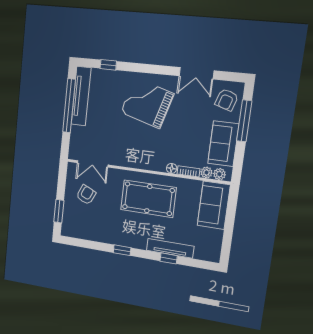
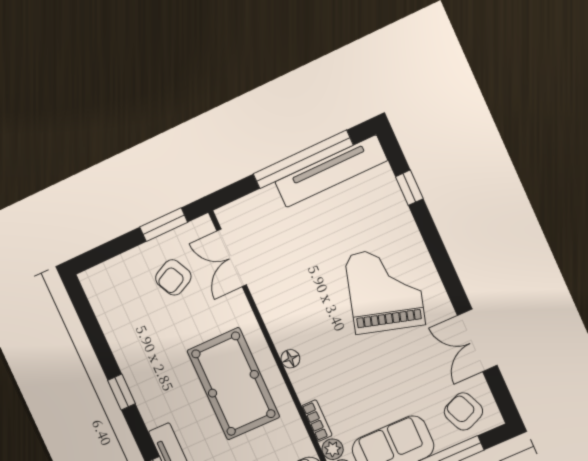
armchair: (227, 100) -> (463, 411), turned 50
floor lamp: (172, 168) -> (290, 359), moved
armchair: (86, 195) -> (173, 277), turned 129
window: (59, 211) -> (164, 225), moved

